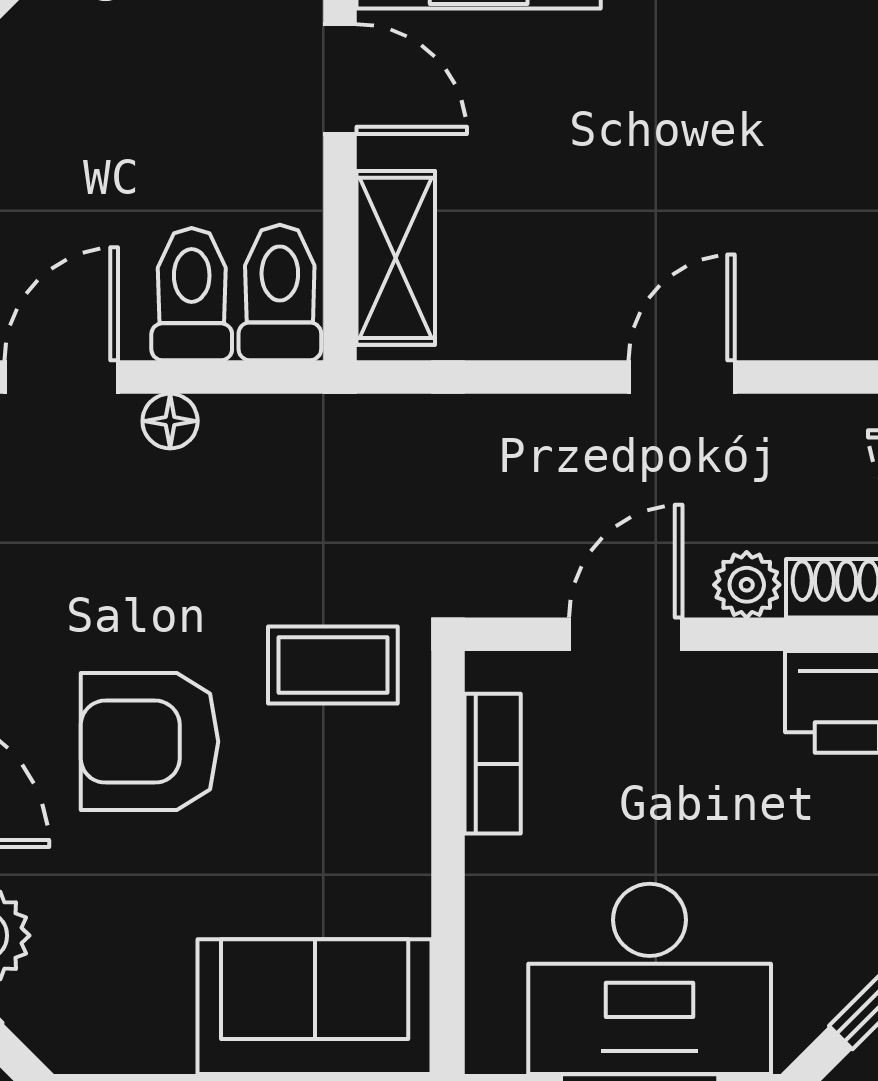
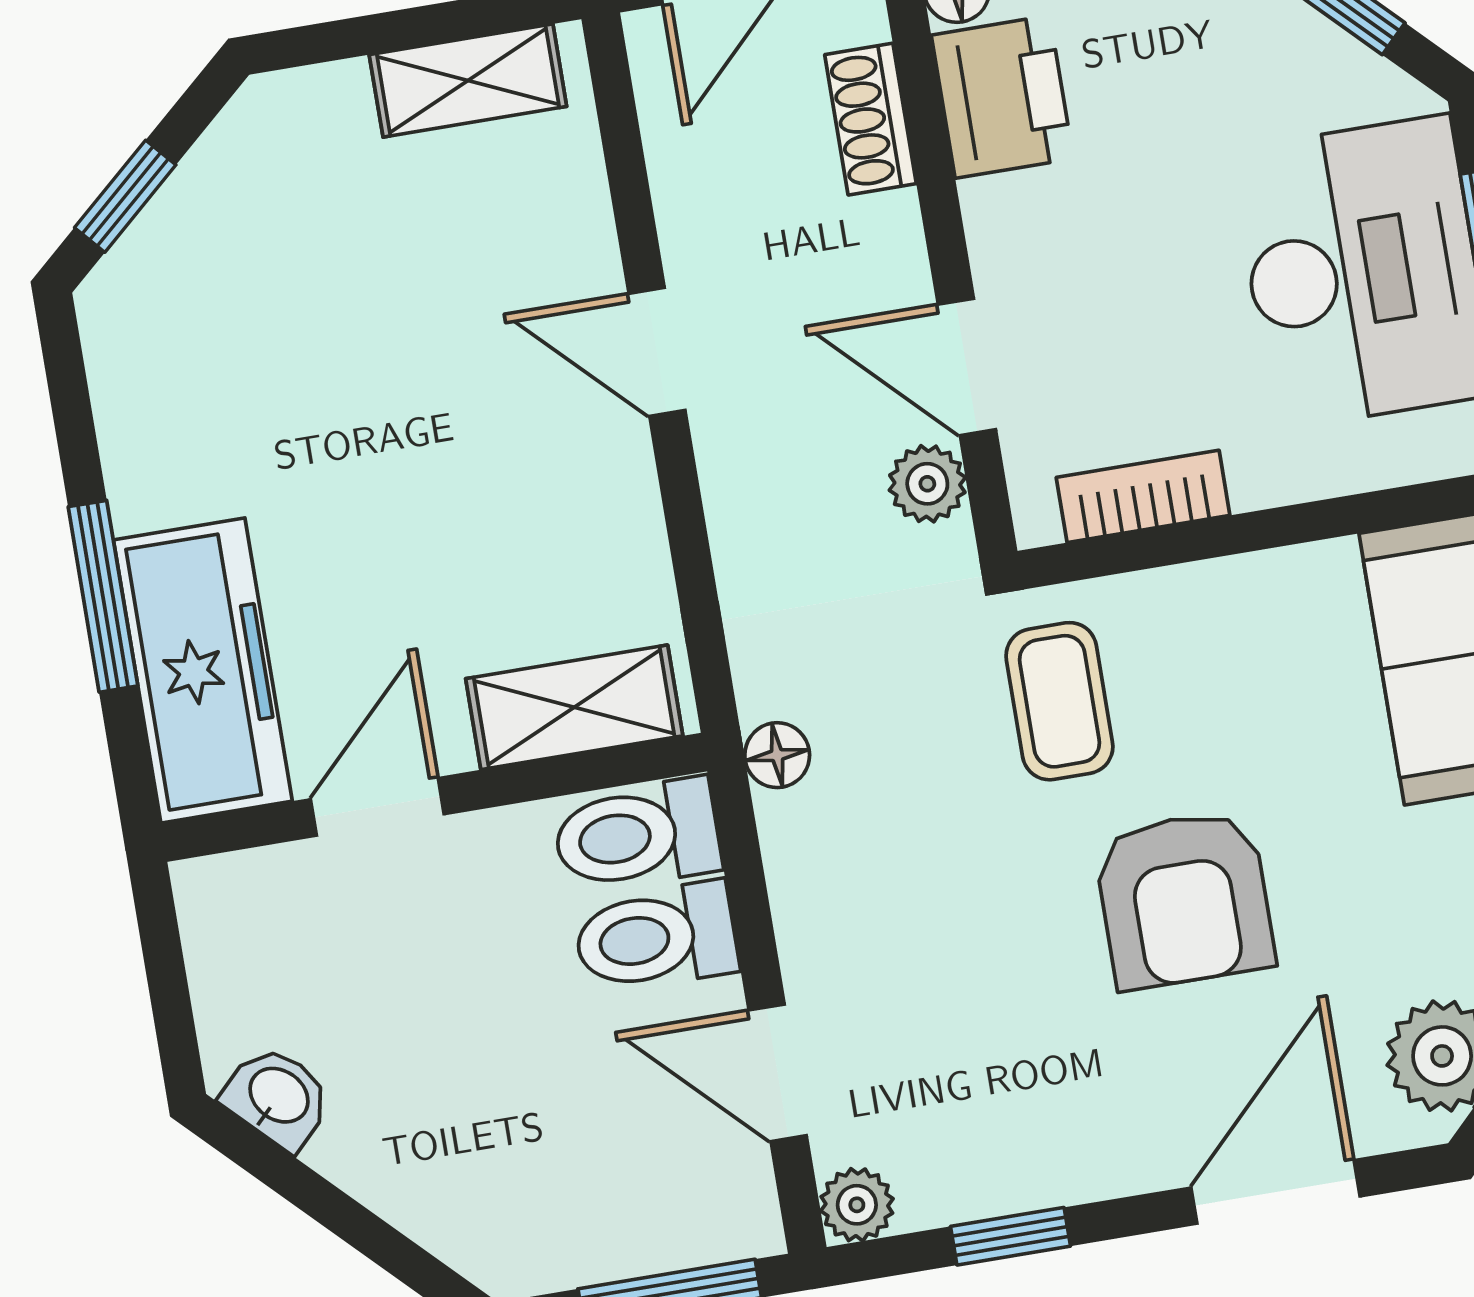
floor lamp: (170, 421) -> (777, 755), moved
plant: (747, 585) -> (927, 484), moved

